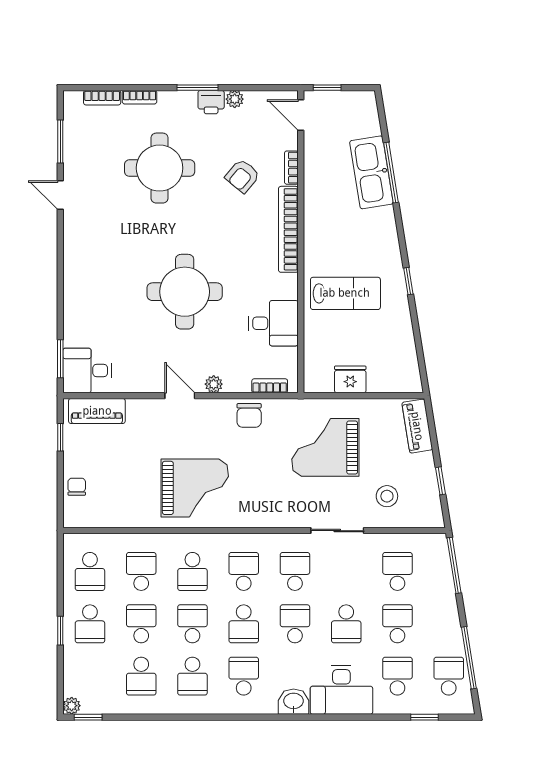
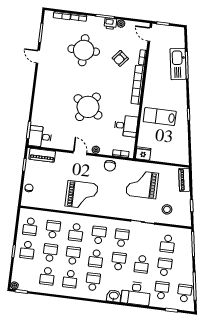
round table: (185, 292) -> (88, 107), turned 33
lab bench: (345, 293) -> (160, 117), turned 180
fridge: (350, 379) -> (143, 153), moved
school desk: (397, 571) -> (167, 244), turned 180

